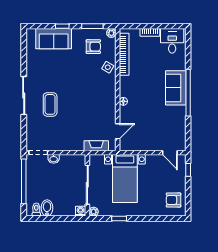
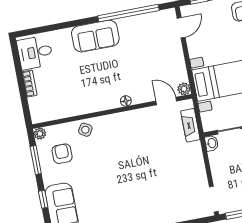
bookcase: (124, 54) -> (64, 112), removed
window: (188, 93) -> (128, 13), moved
coffee table: (50, 104) -> (148, 196), removed
plant: (124, 146) -> (184, 89), added
washbasin: (54, 159) -> (212, 143), moved

